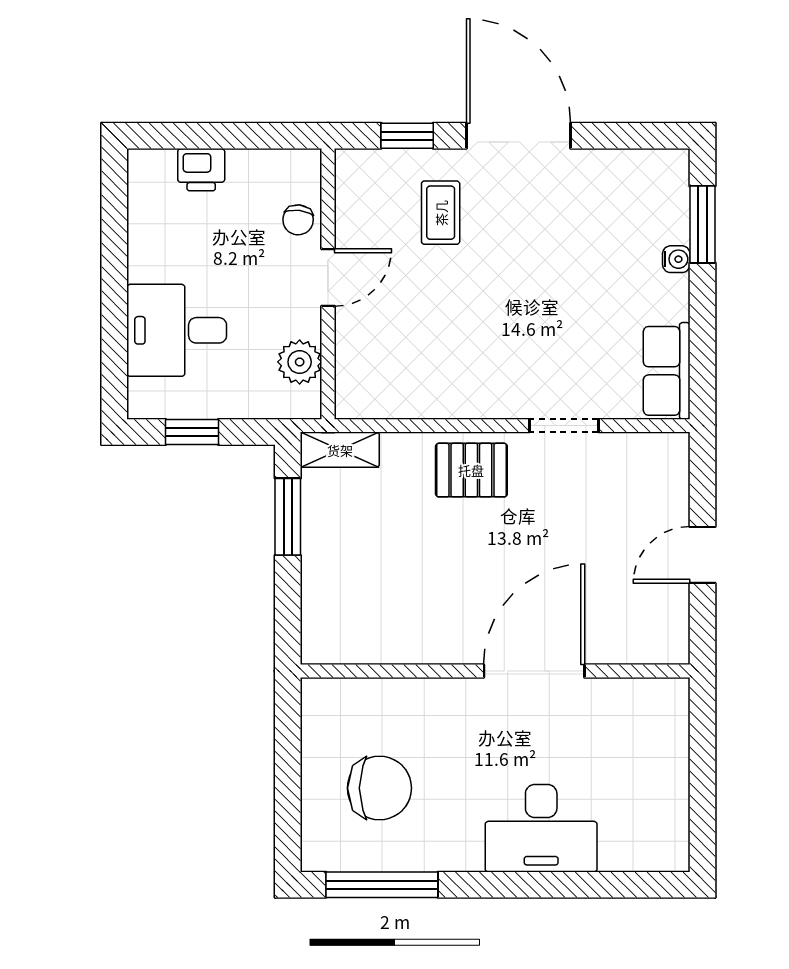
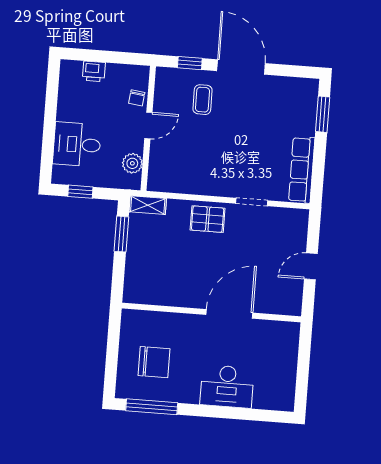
water cooler: (676, 259) -> (309, 129), removed
row of seats: (667, 371) -> (302, 170), width x1.48

